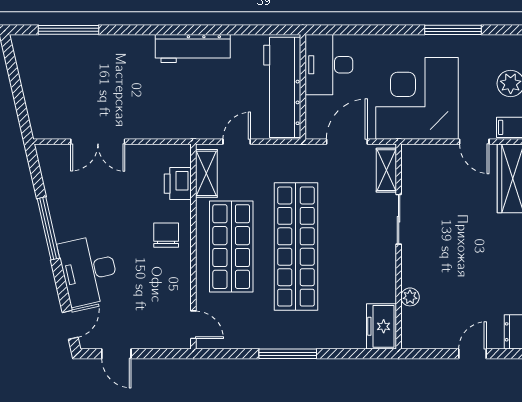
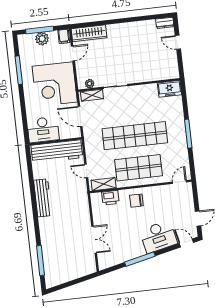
plant: (410, 297) -> (90, 84), moved

